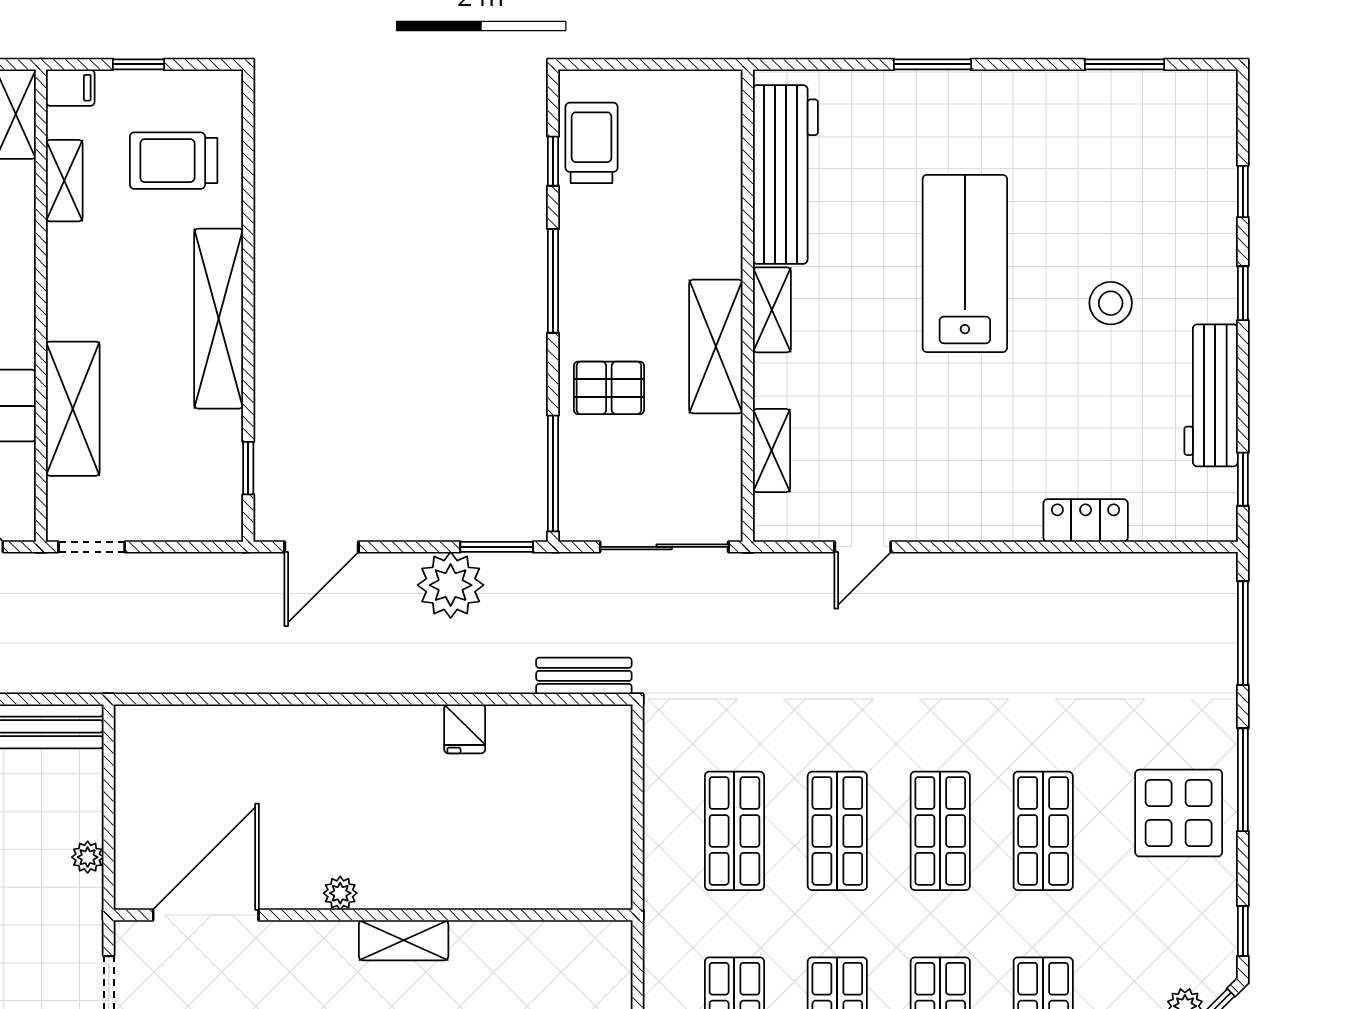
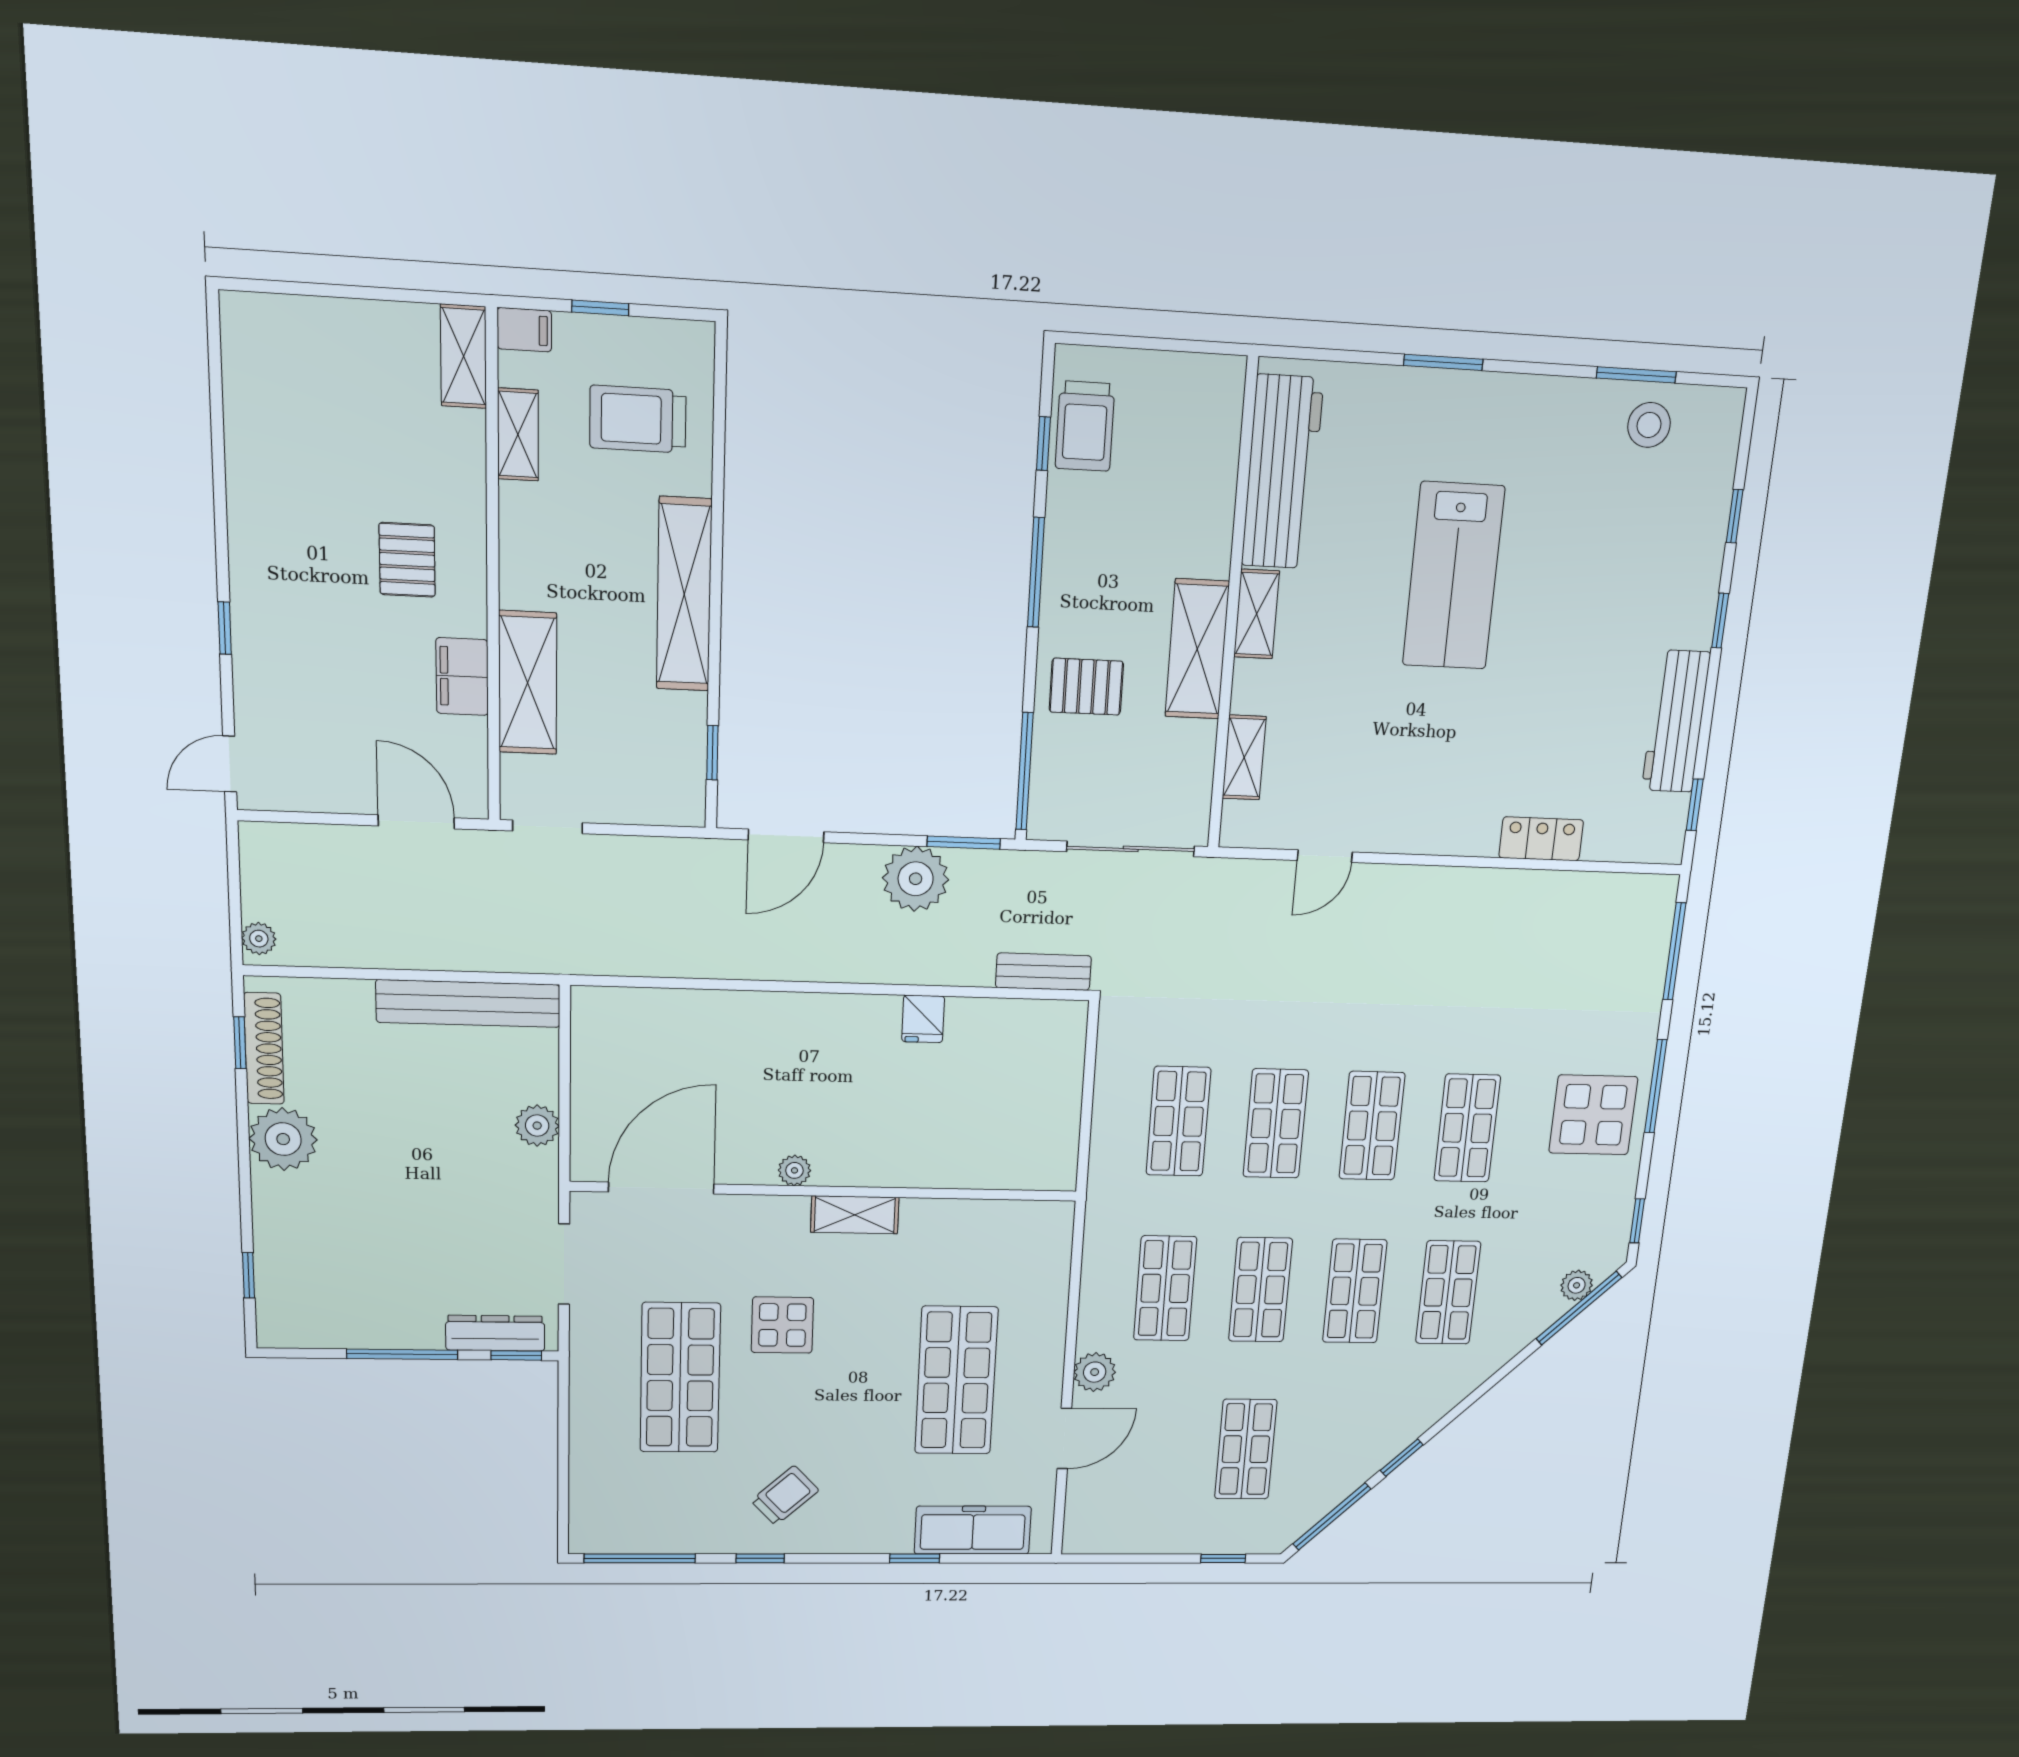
trolley: (592, 143) -> (1085, 426), turned 180
lab bench: (965, 264) -> (1453, 576), turned 180
stool: (1111, 303) -> (1649, 425), moved
plant: (88, 857) -> (537, 1126), width x1.38, depth x1.38

